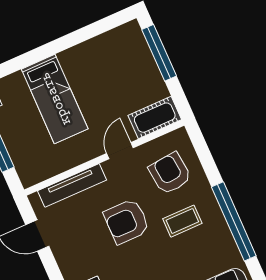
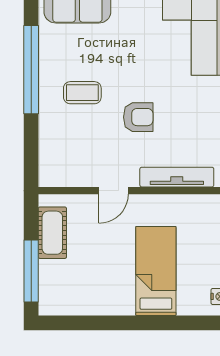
cot: (155, 118) -> (52, 233), moved, turned 90
armchair: (170, 173) -> (74, 146), removed
armchair: (127, 221) -> (138, 117), width x0.72, depth x0.72

